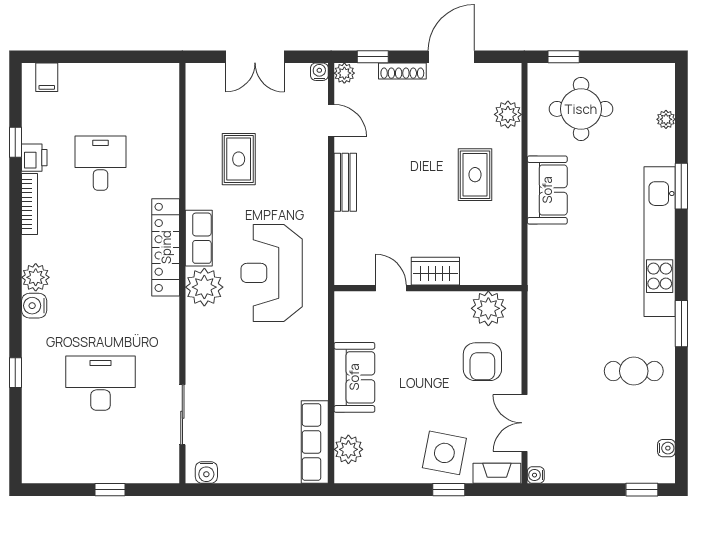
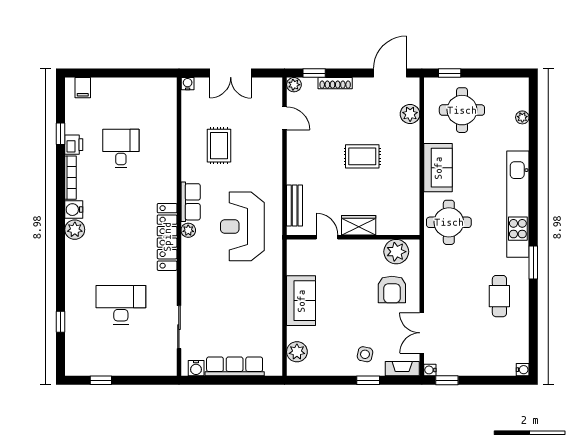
door: (451, 57) -> (390, 73), moved
water cooler: (319, 72) -> (188, 84), moved
rug: (475, 175) -> (362, 156), moved, turned 90
bench: (345, 182) -> (295, 206), moved
window: (681, 186) -> (533, 165), removed
locker: (166, 247) -> (167, 237), moved
round table: (562, 267) -> (449, 222), added
plant: (204, 287) -> (188, 230), width x0.53, depth x0.53
water cooler: (34, 306) -> (74, 210), moved
cafe table: (634, 371) -> (499, 296), turned 90
window: (15, 373) -> (61, 322), moved
row of seats: (315, 442) -> (235, 366), moved, turned 90
water cooler: (666, 448) -> (523, 370), moved
side table: (444, 453) -> (365, 354), width x0.54, depth x0.54
window: (110, 490) -> (101, 380), moved
window: (642, 490) -> (447, 380), moved

